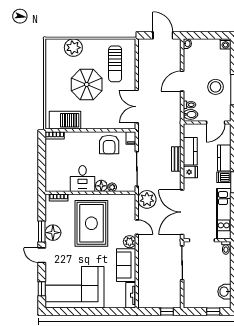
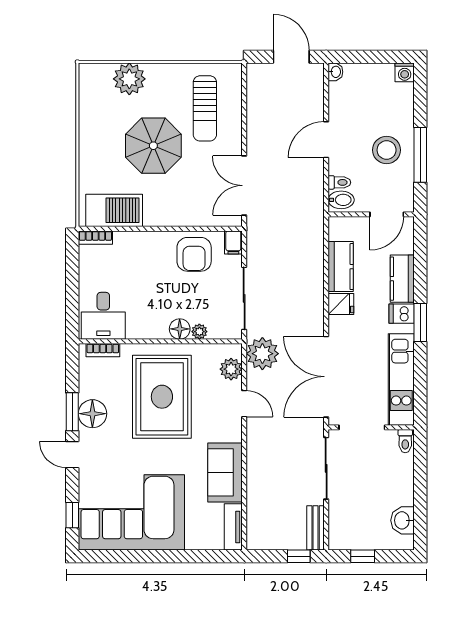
bench: (176, 159) -> (316, 528), moved
desk: (83, 178) -> (103, 316), moved
plant: (130, 242) -> (231, 369), moved
window: (213, 311) -> (363, 556), moved

